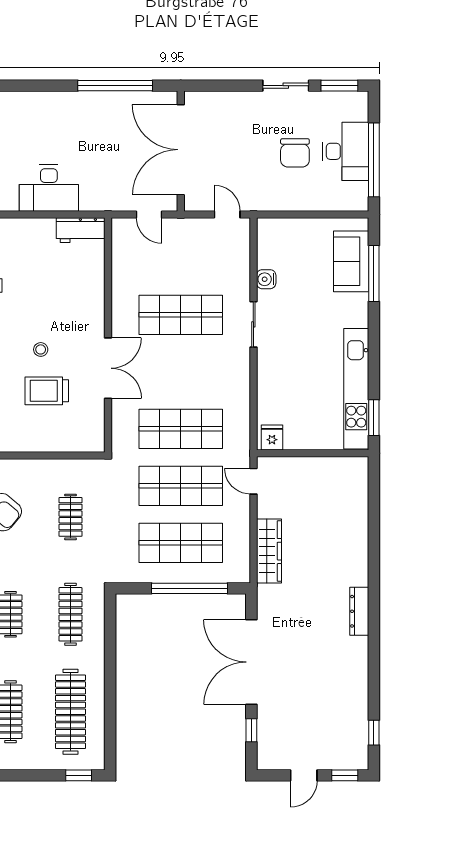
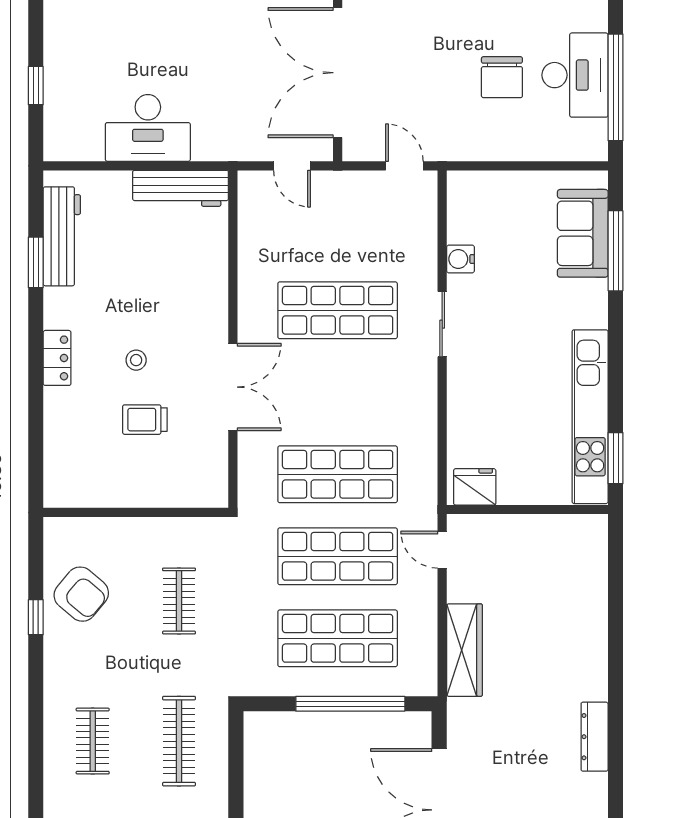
workbench: (81, 230) -> (181, 188), width x1.38
trolley: (47, 391) -> (145, 420), width x0.73, depth x0.72
fridge: (272, 438) -> (475, 487), width x1.38

